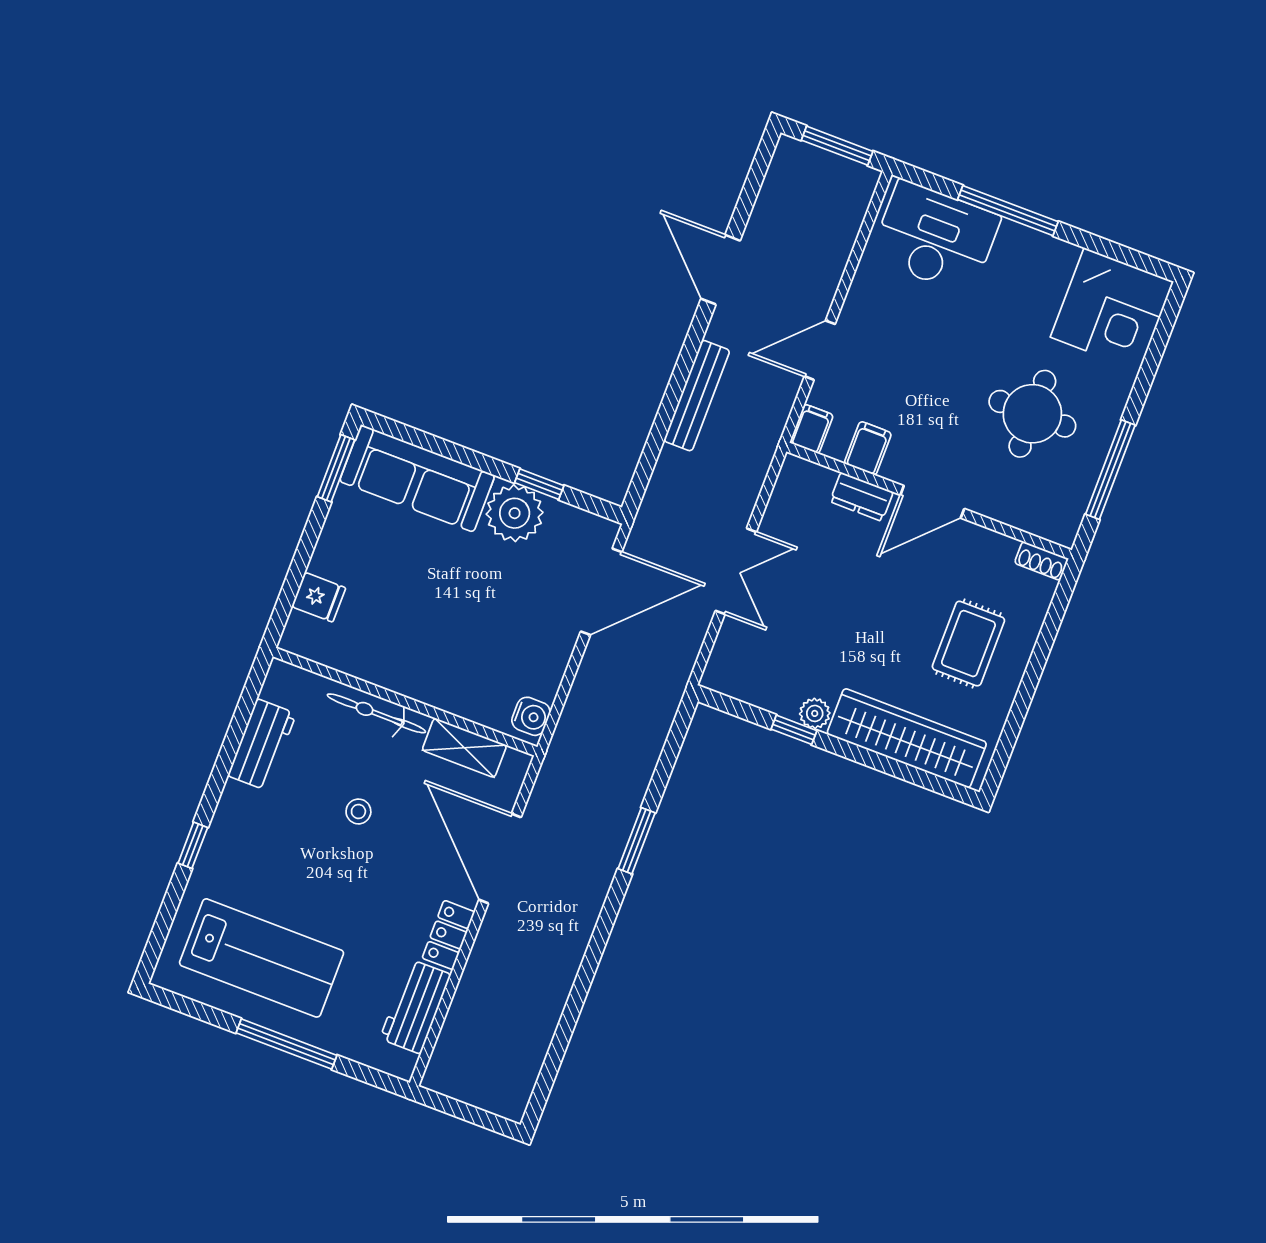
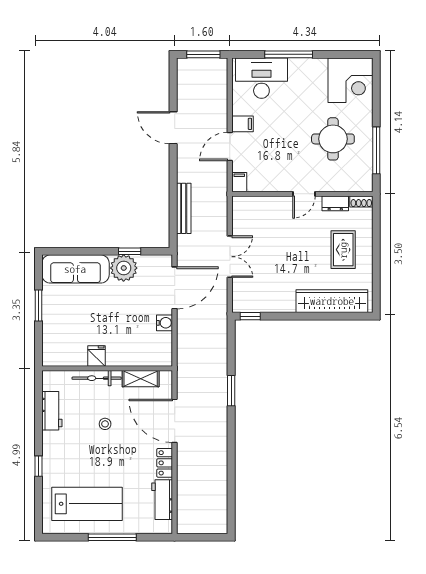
bench: (697, 396) -> (184, 208), moved
filing cabinet: (868, 448) -> (243, 124), moved, turned 90
window: (336, 468) -> (38, 305), moved
dresser: (861, 497) -> (335, 203), moved
door: (932, 502) -> (304, 194), width x0.73
fridge: (319, 597) -> (97, 356), moved, turned -90
plant: (815, 713) -> (288, 306), removed
water cooler: (531, 716) -> (165, 323), moved
window: (794, 730) -> (250, 316), moved

